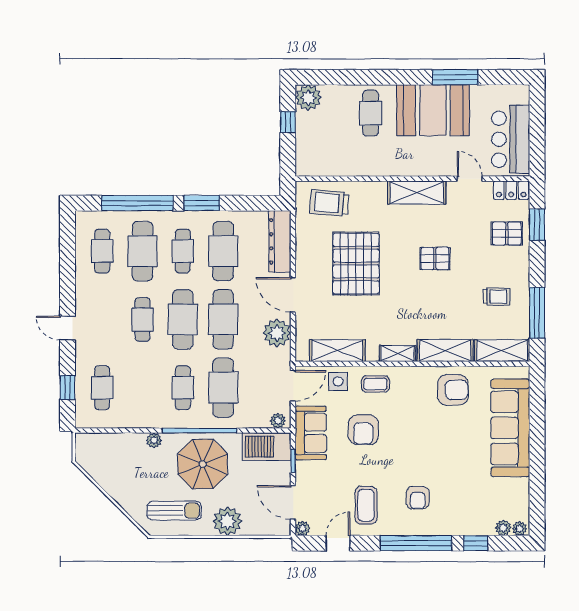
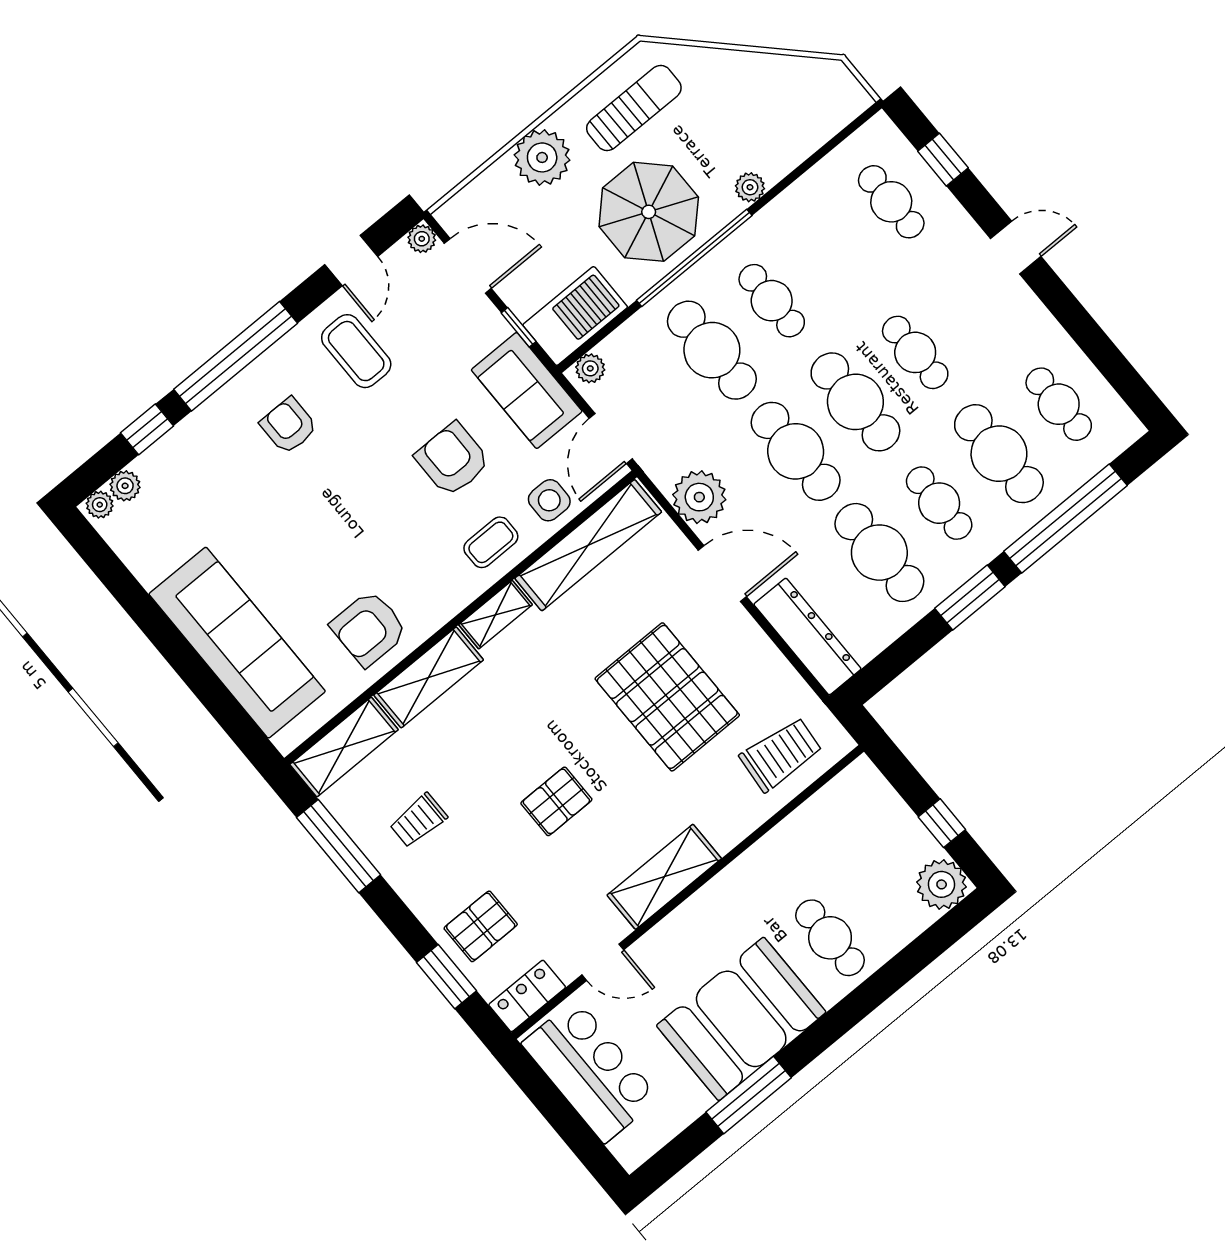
shelving: (337, 351) -> (588, 545), width x1.47
sun lounger: (174, 511) -> (634, 108), turned 180

